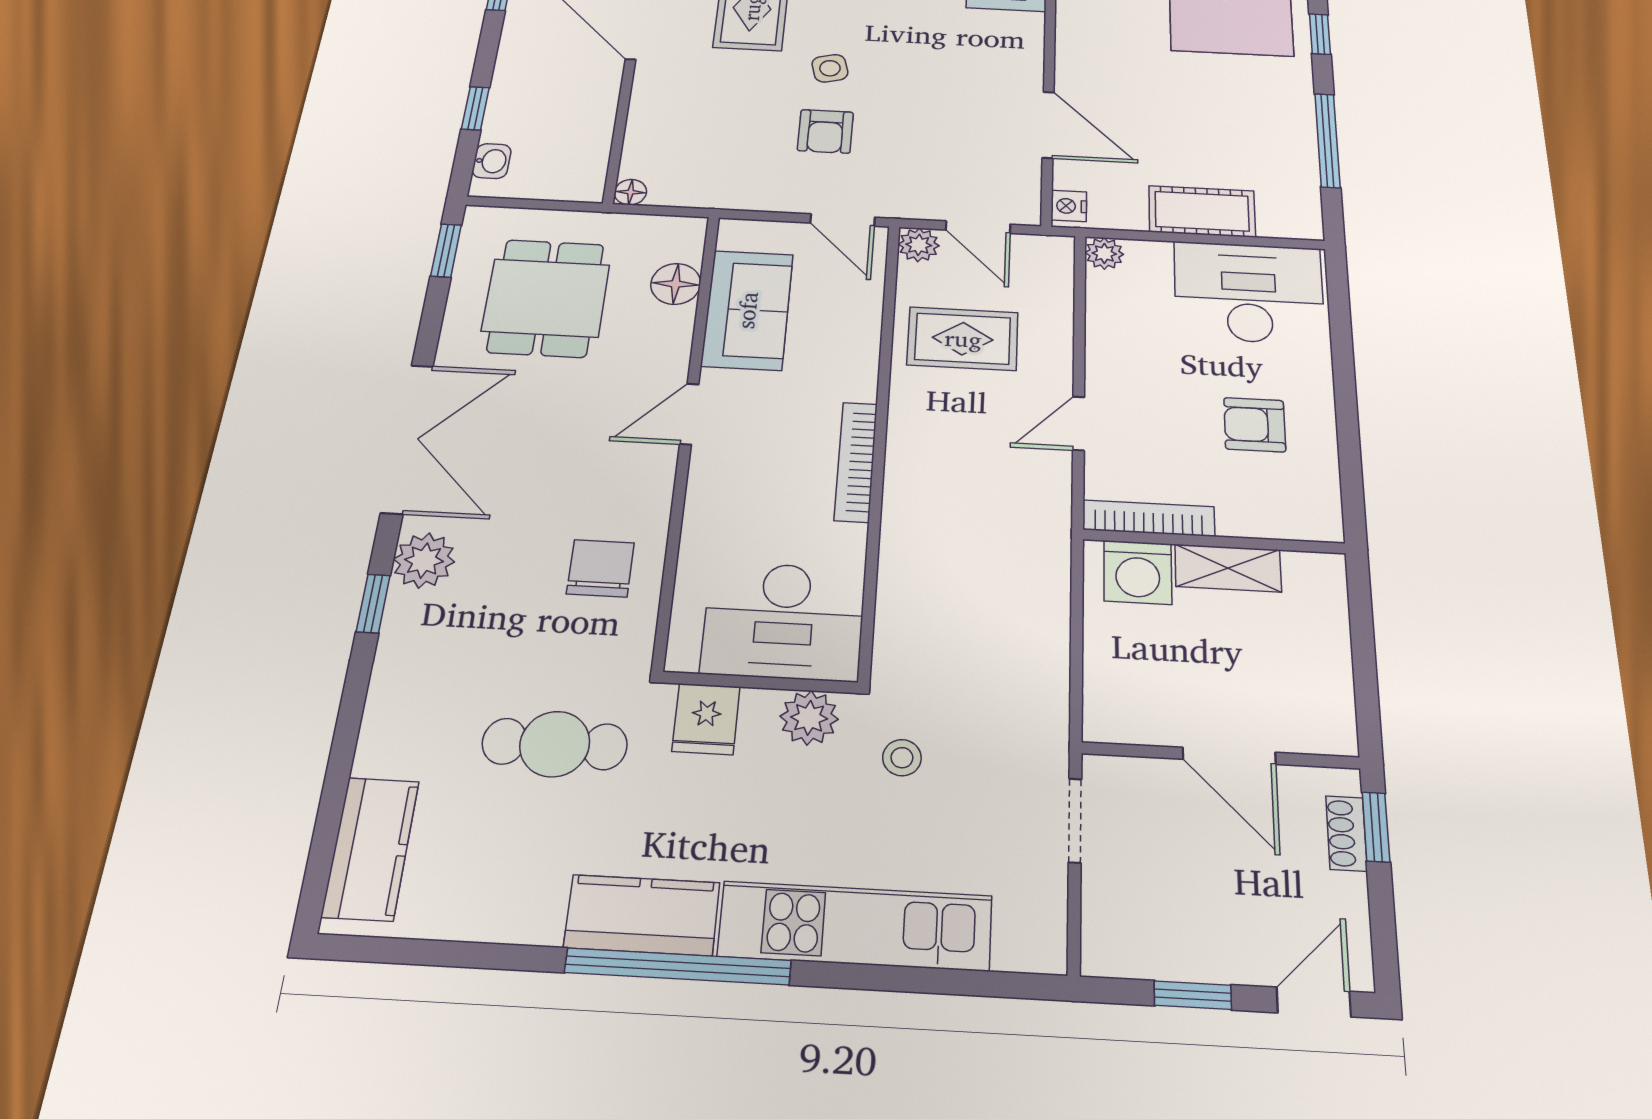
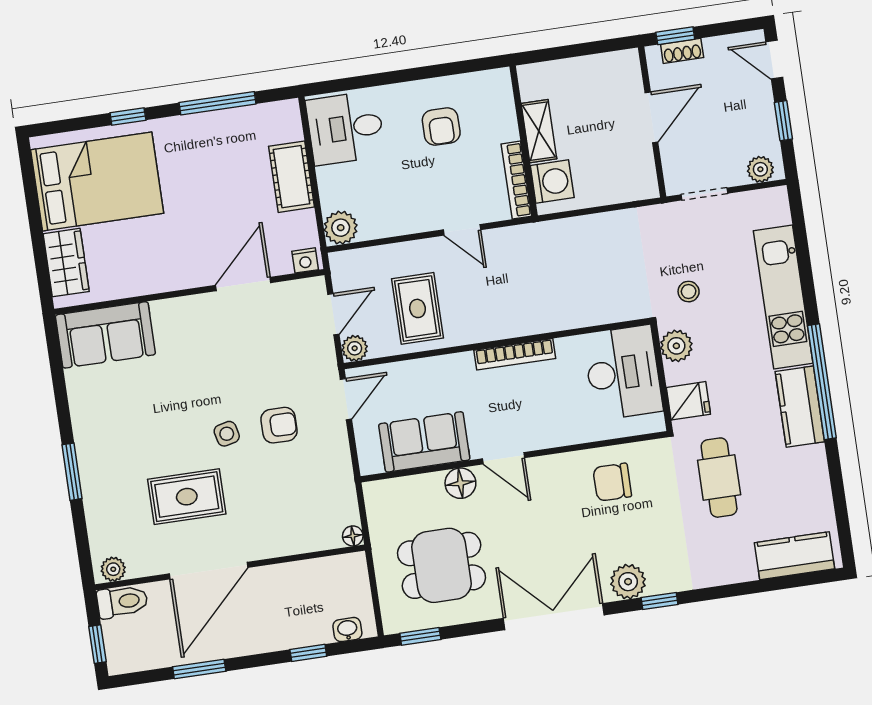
plant: (1104, 253) -> (341, 228), width x1.38, depth x1.38
floor lamp: (676, 284) -> (460, 483), moved
desk: (1249, 293) -> (345, 128), width x0.73
plant: (1105, 932) -> (760, 169), added

